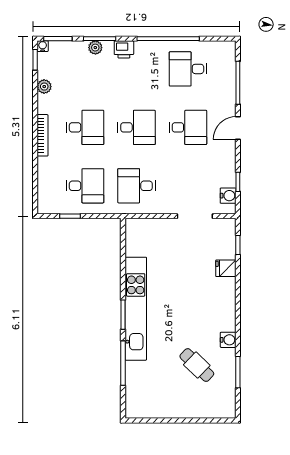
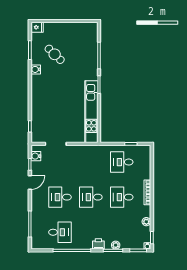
door: (238, 128) -> (30, 182), moved
desk: (136, 186) -> (91, 162), removed
fridge: (226, 268) -> (37, 27), moved
kitchen unit: (136, 309) -> (91, 112), moved

